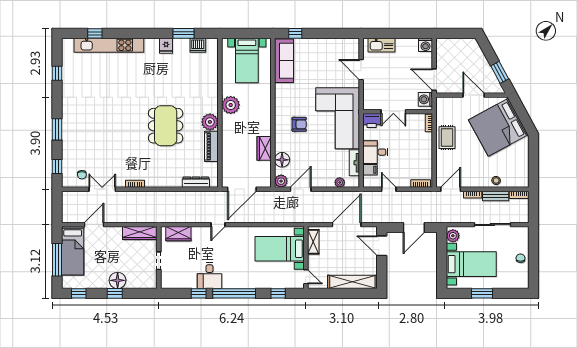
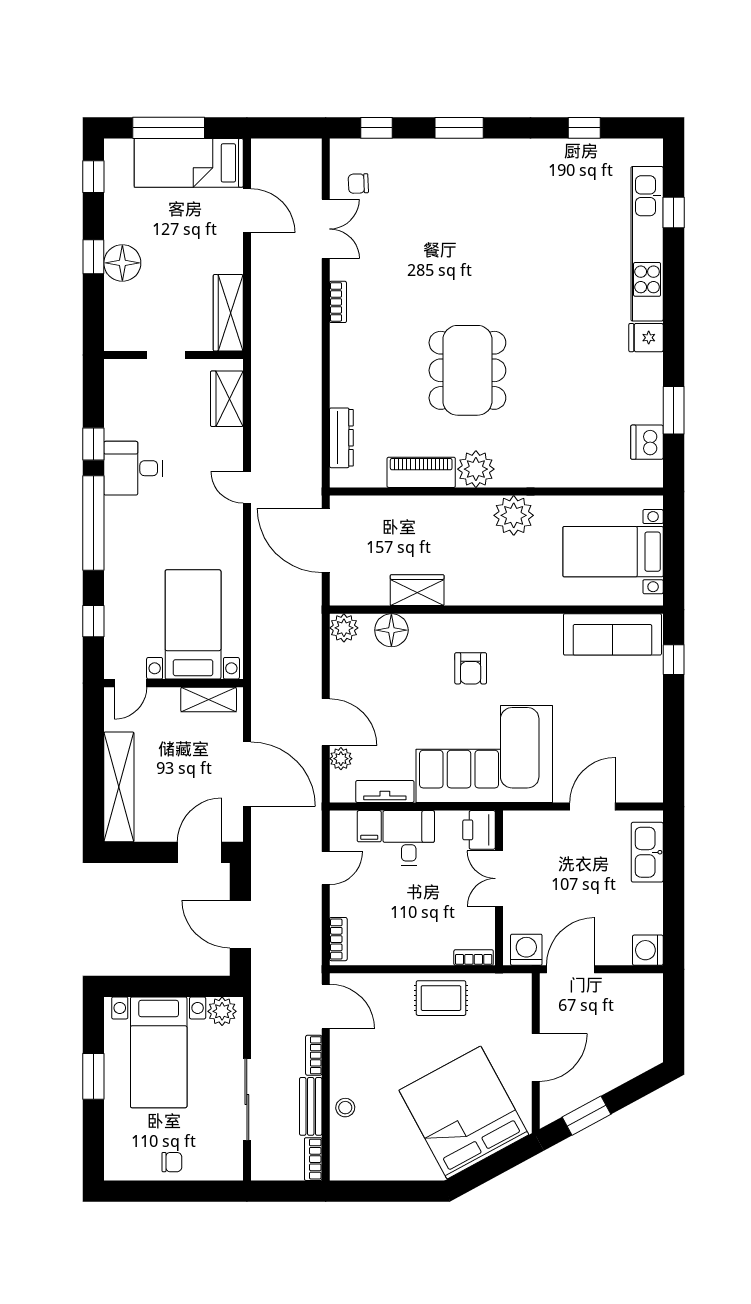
fridge: (166, 46) -> (646, 338), moved
dining table: (166, 126) -> (467, 370), turned 90
door: (301, 189) -> (326, 722), moved

